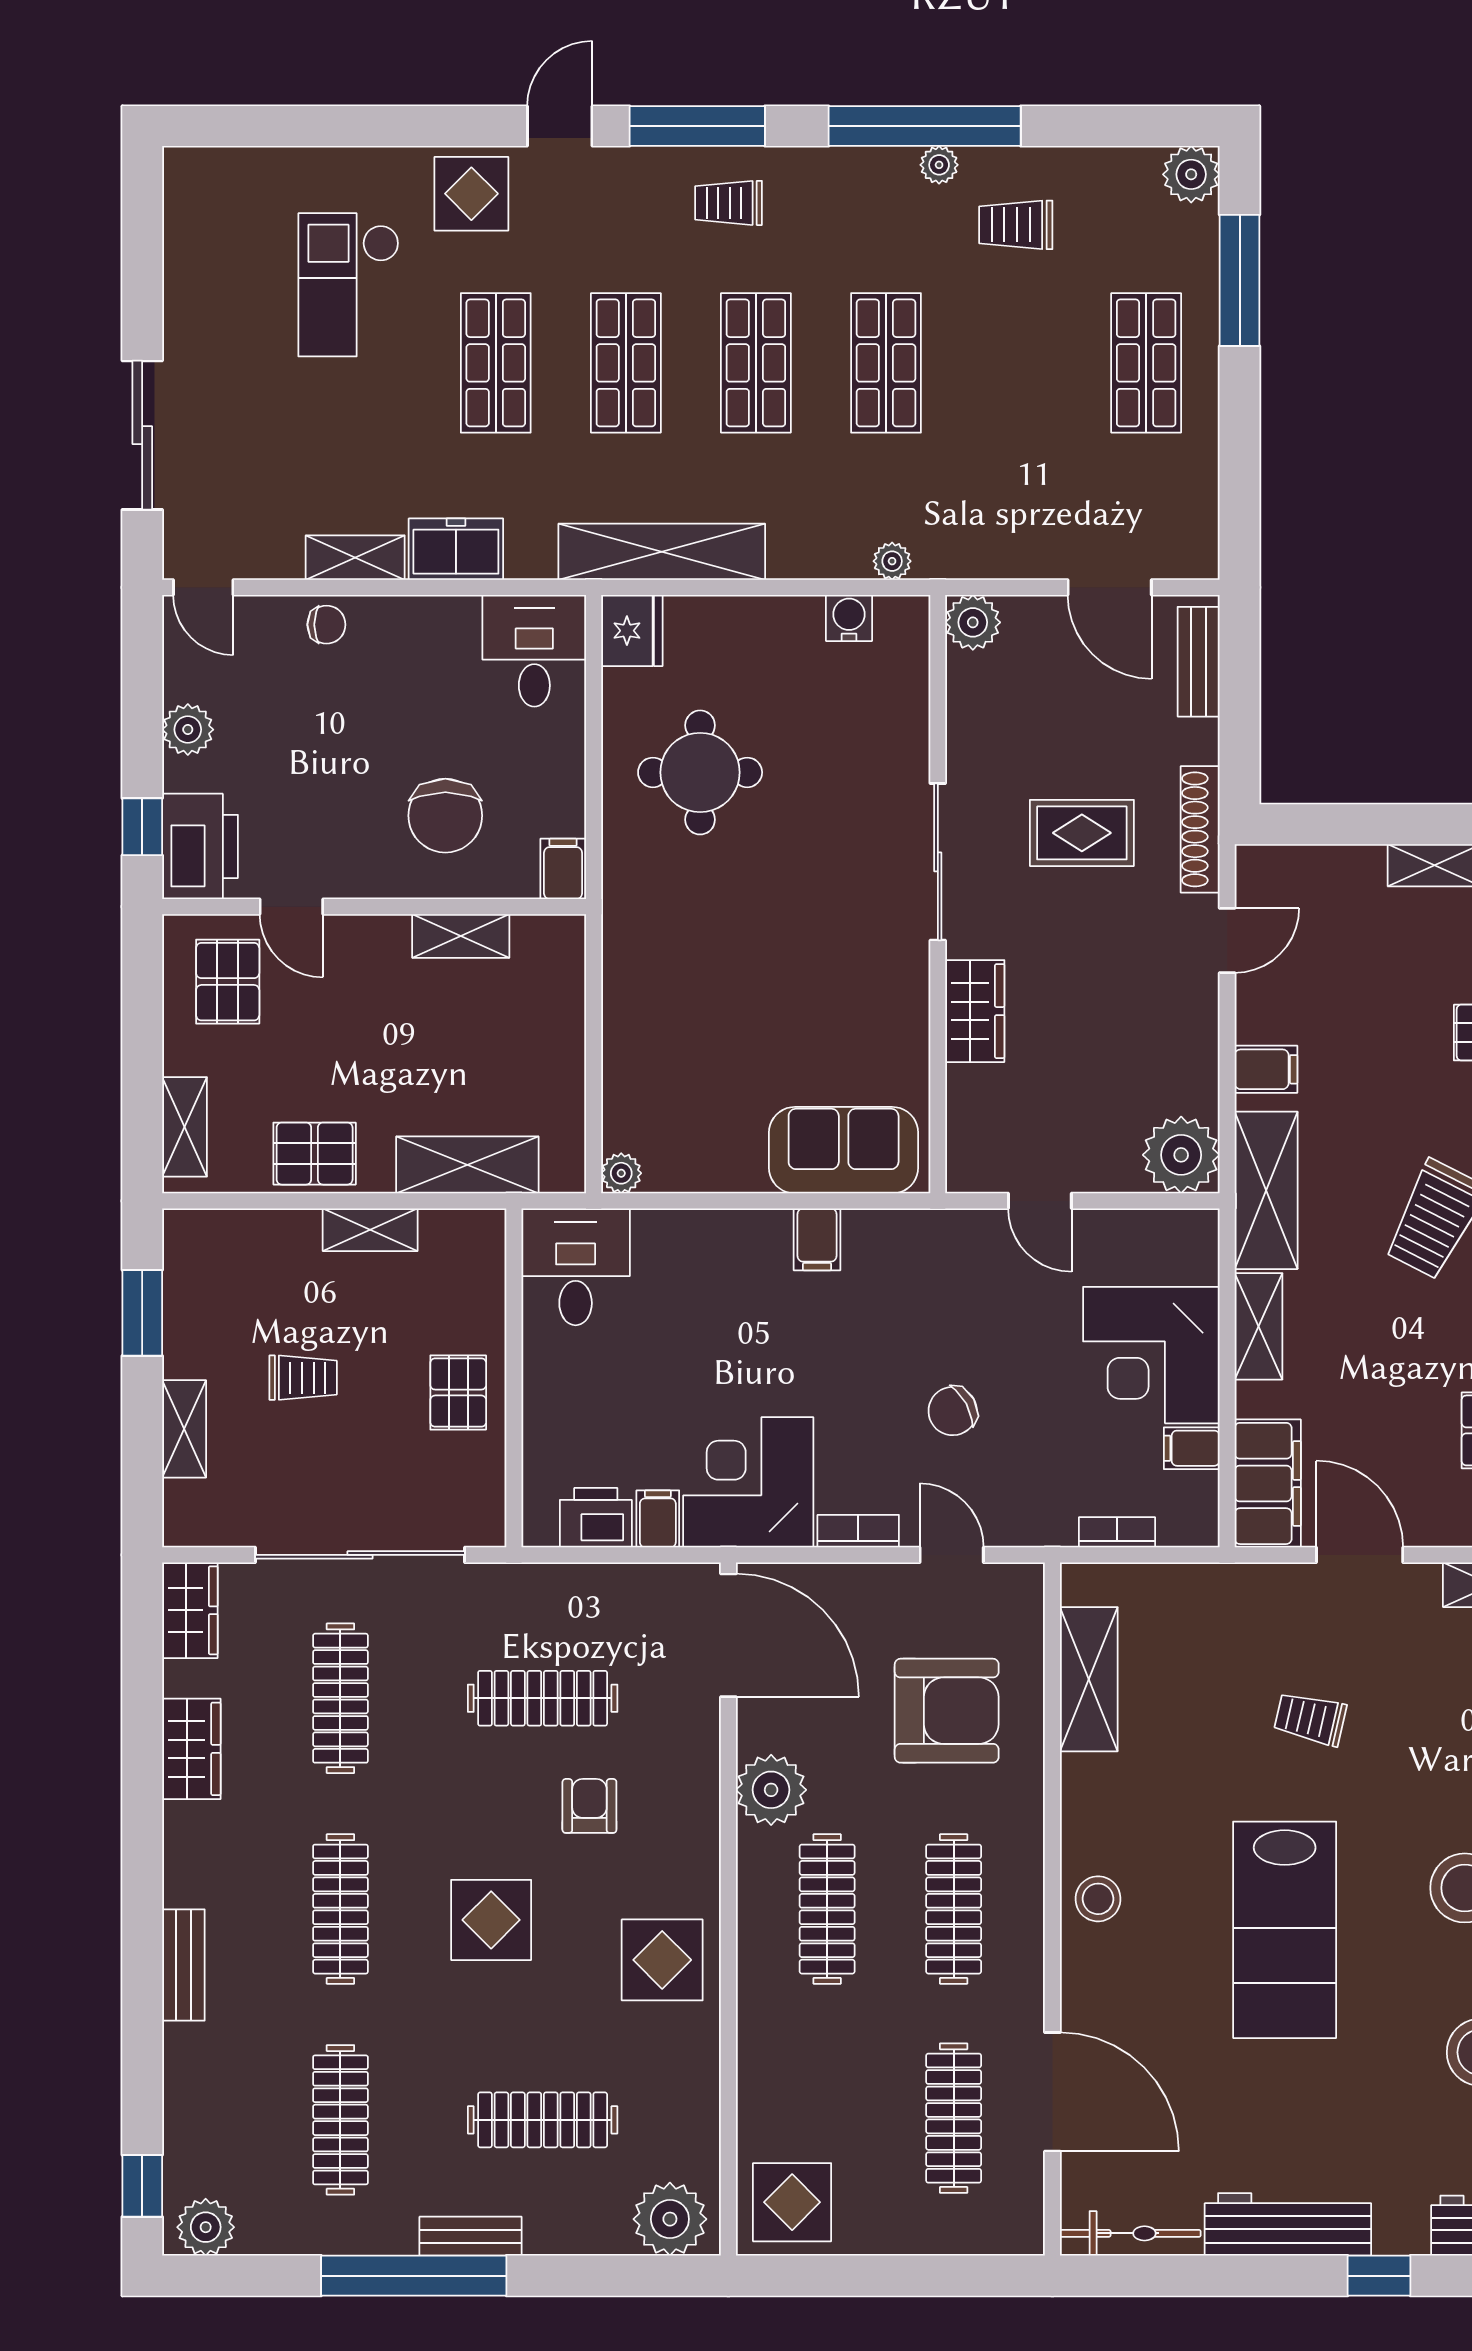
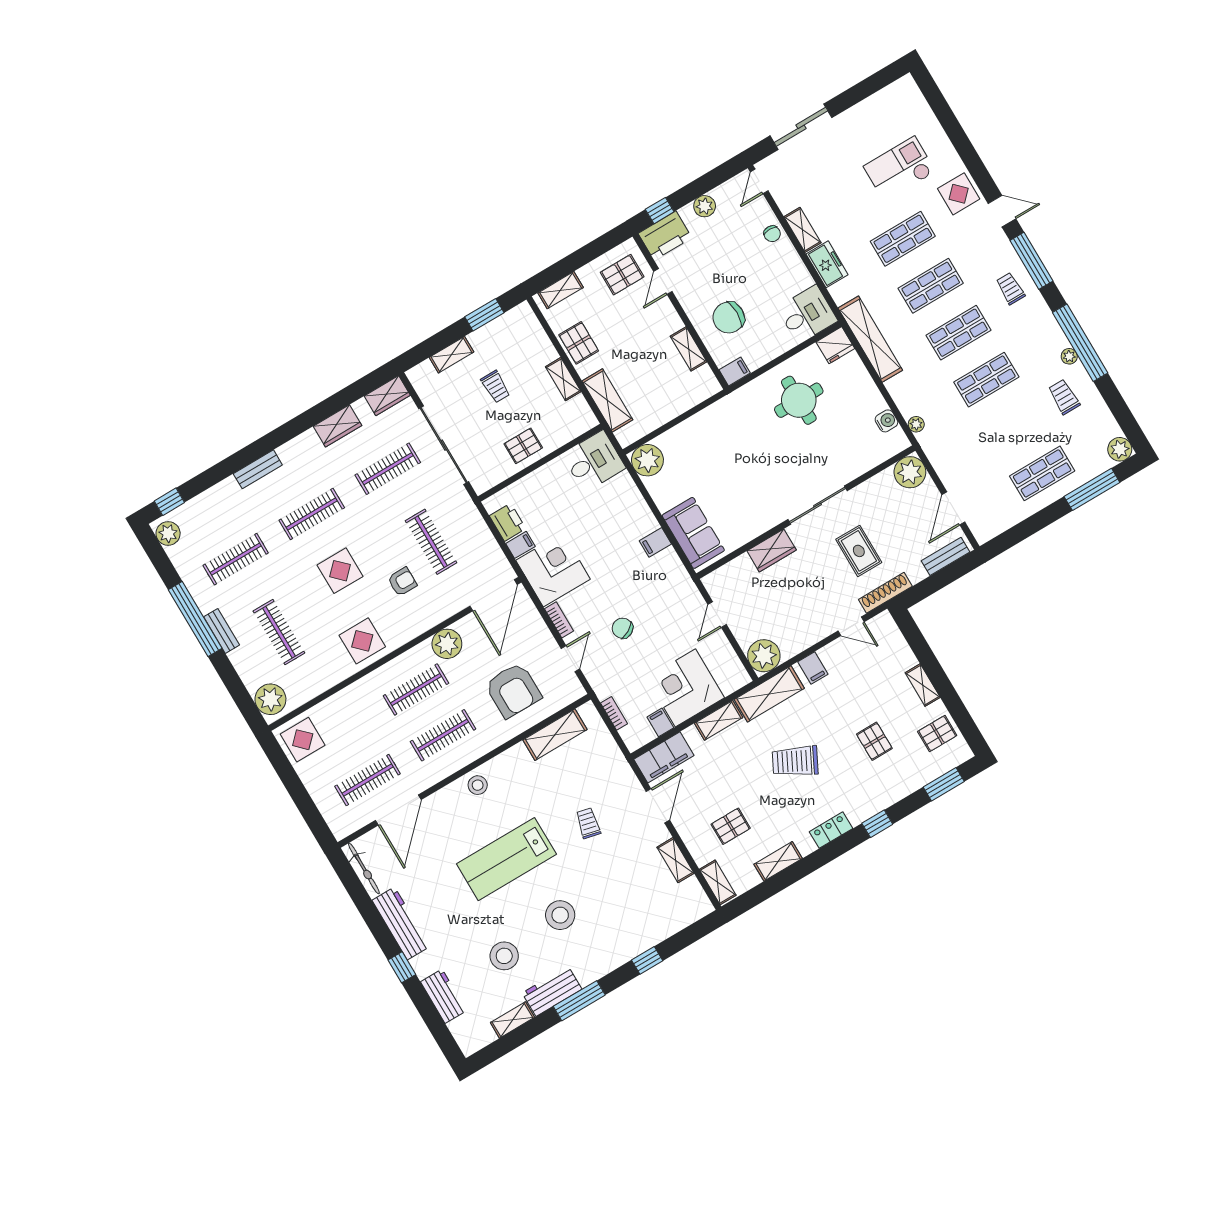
plant: (973, 622) -> (910, 472), width x1.36, depth x1.36
plant: (621, 1173) -> (647, 460), width x1.87, depth x1.87

